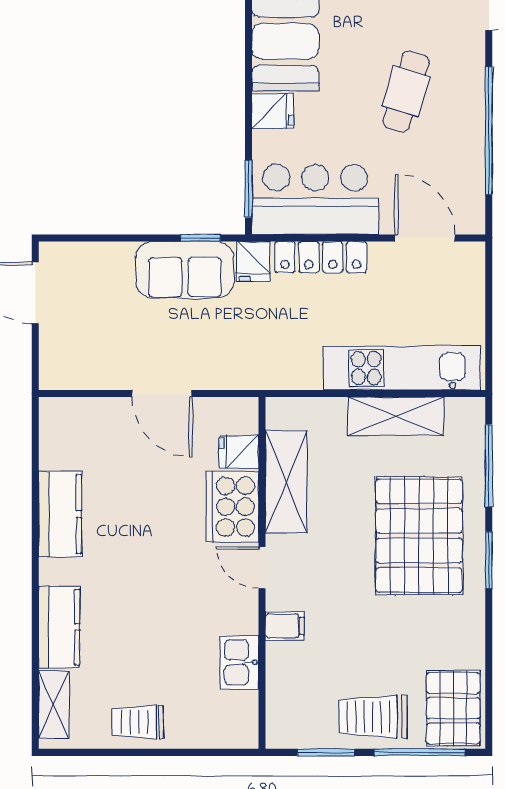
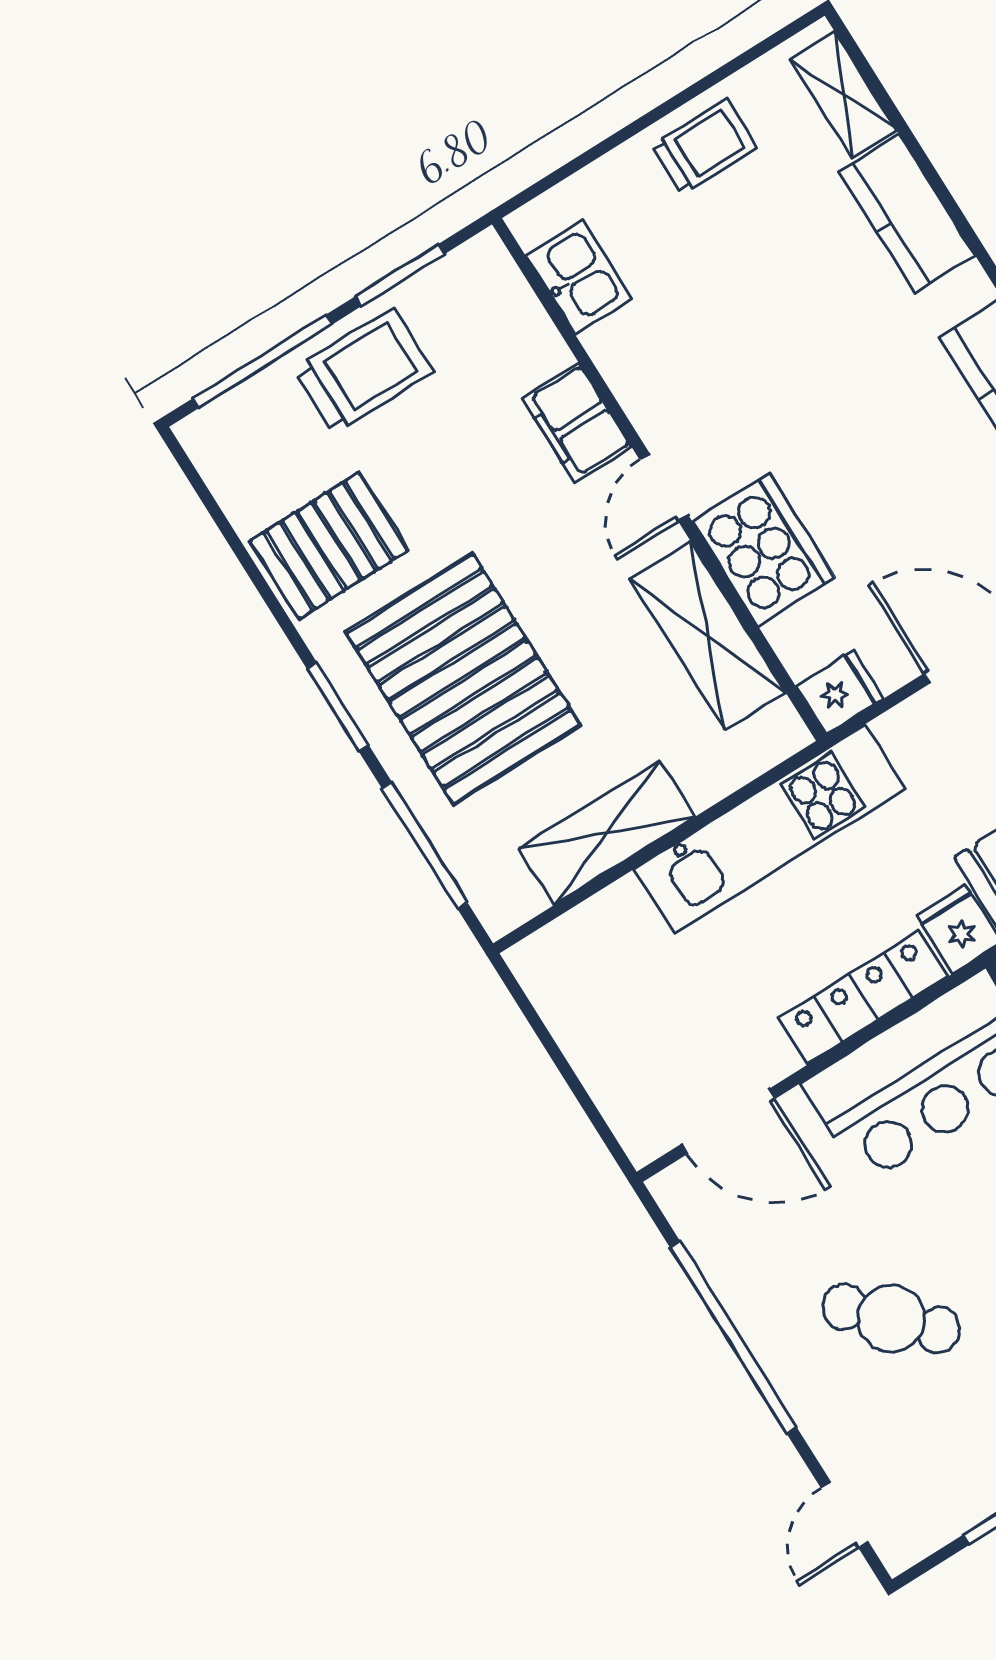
cafe table: (406, 92) -> (891, 1318), turned -61
kitchen unit: (402, 368) -> (770, 829), moved
fridge: (239, 452) -> (840, 692), moved
door: (262, 568) -> (664, 487), swing flipped
filing cabinet: (285, 626) -> (577, 423), width x2.00
kitchen sink: (239, 662) -> (579, 277), moved
pallet: (453, 708) -> (329, 546), moved, turned 90

